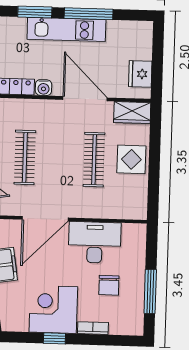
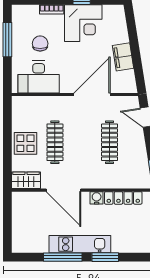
fridge: (140, 74) -> (21, 211), removed
desk: (95, 242) -> (39, 77), moved

